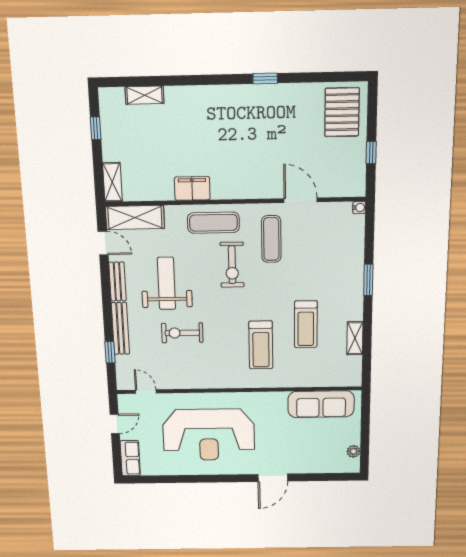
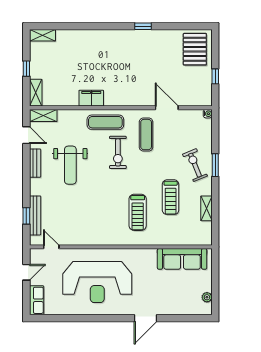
shelving: (145, 95) -> (42, 35), moved
window: (96, 128) -> (26, 69), moved
shelving: (135, 218) -> (43, 115), width x0.67, depth x0.75
weight bench: (166, 283) -> (70, 165), turned 180
bench: (120, 328) -> (35, 215), moved
exercise bike: (182, 333) -> (195, 165), moved, turned 68

